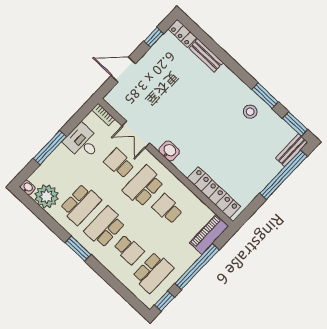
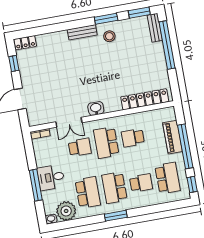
bench: (206, 55) -> (82, 32), moved
desk: (82, 142) -> (51, 177), moved
school desk: (119, 163) -> (80, 147), turned 180
piano: (209, 234) -> (173, 137), moved

